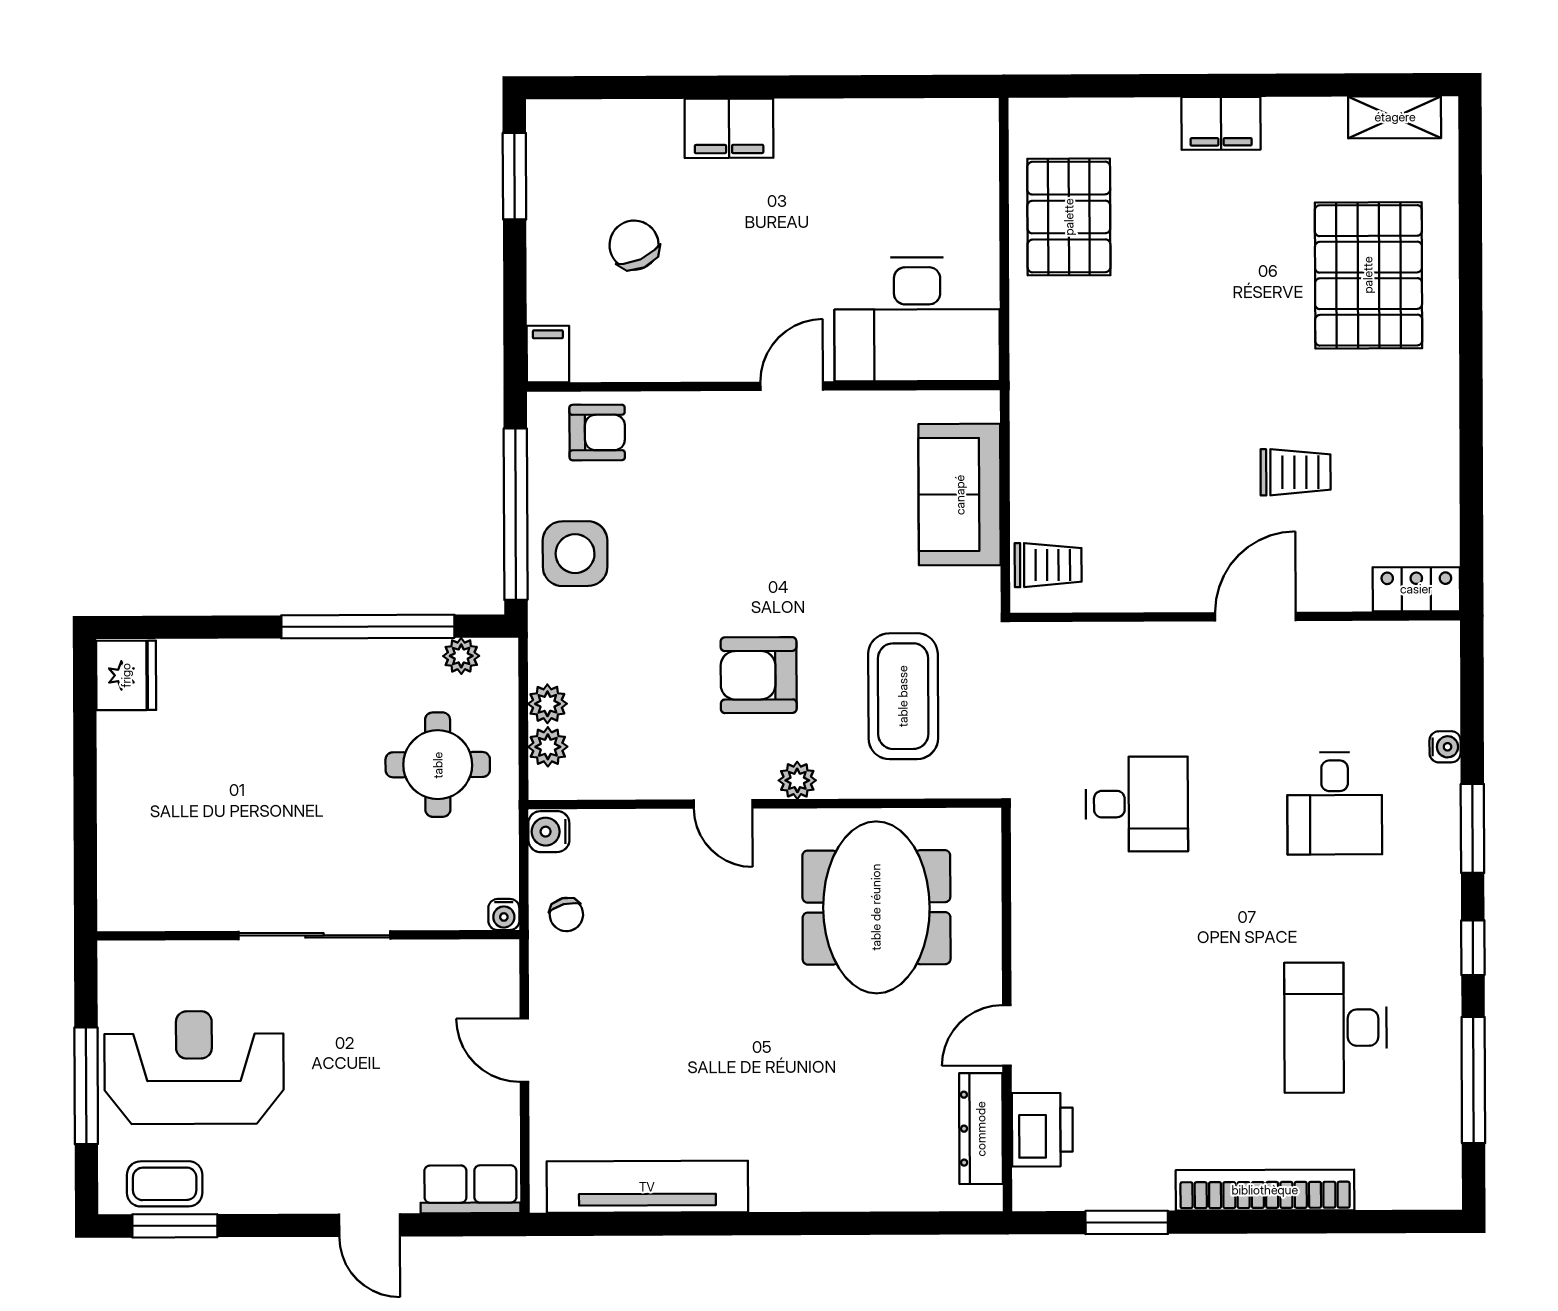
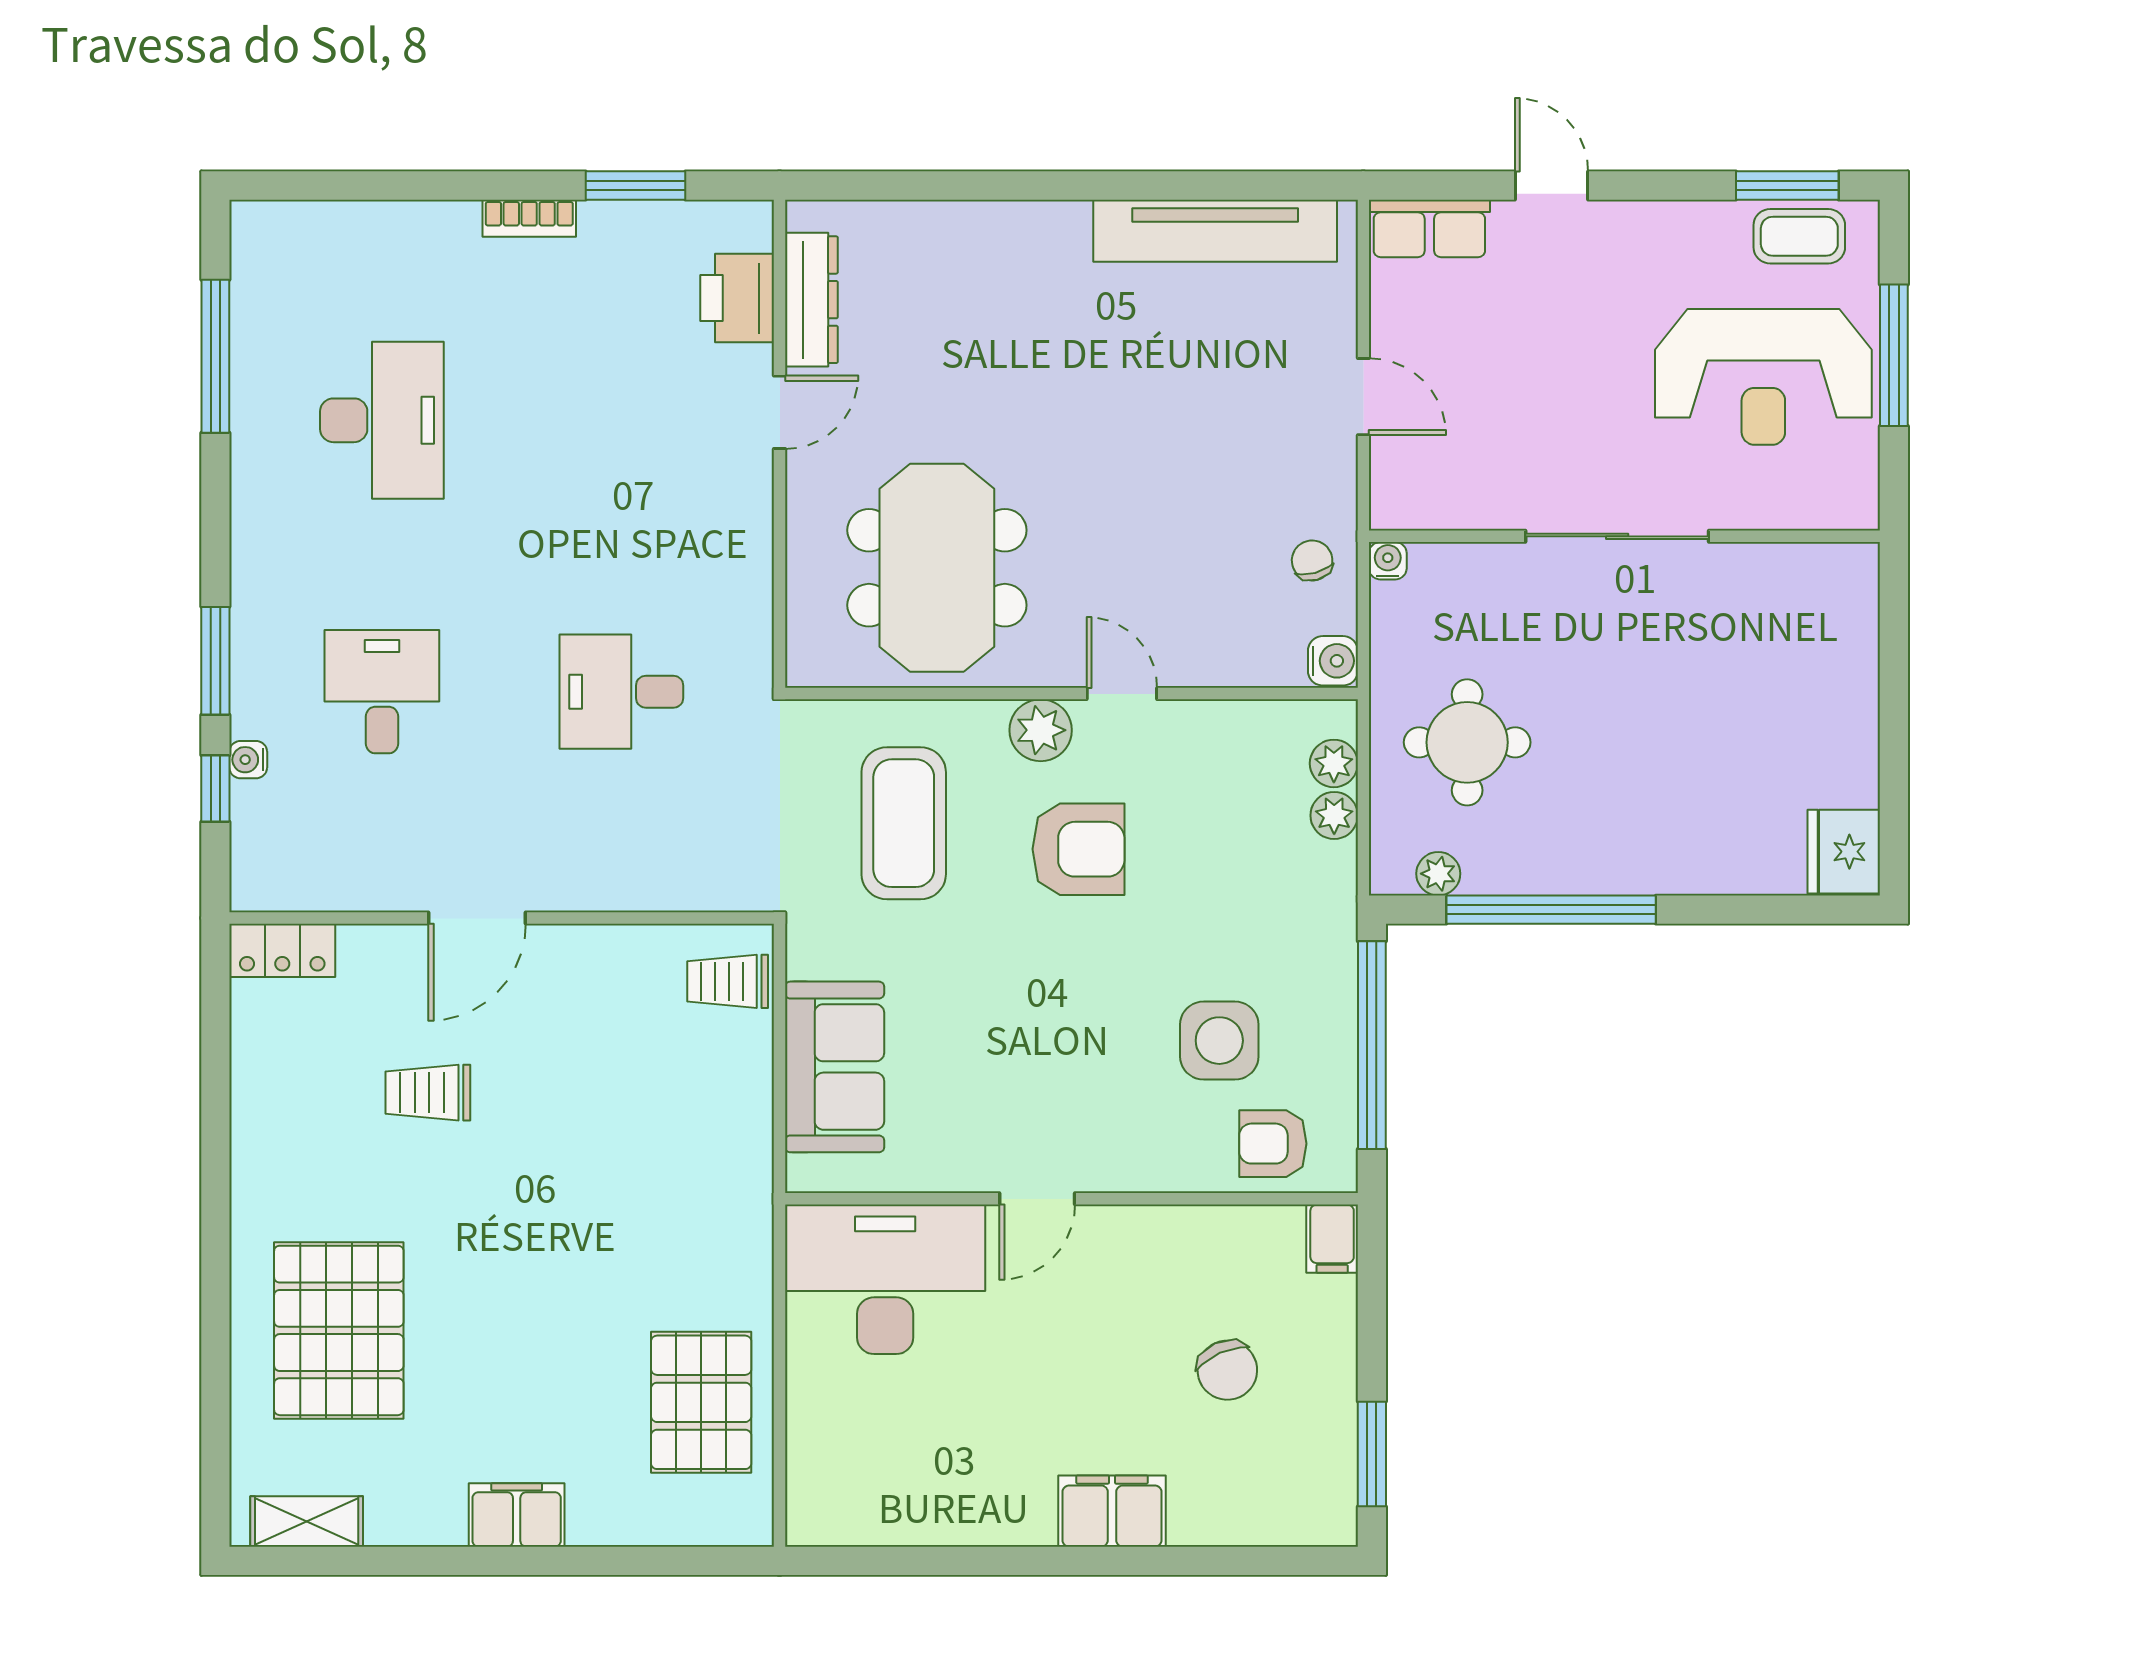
side table: (575, 554) -> (1219, 1041), moved
plant: (797, 780) -> (1041, 730), width x1.38, depth x1.38
window: (1473, 948) -> (215, 789), moved
bookcase: (1265, 1190) -> (529, 218), width x0.43, depth x0.76

